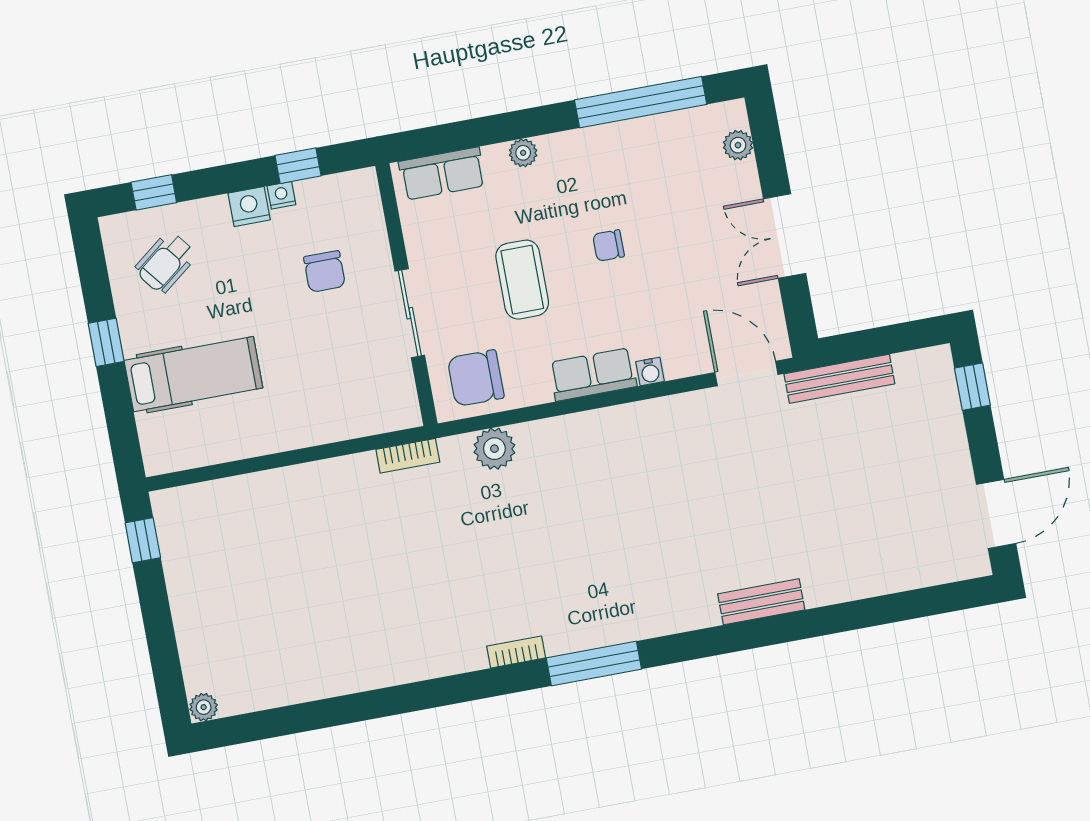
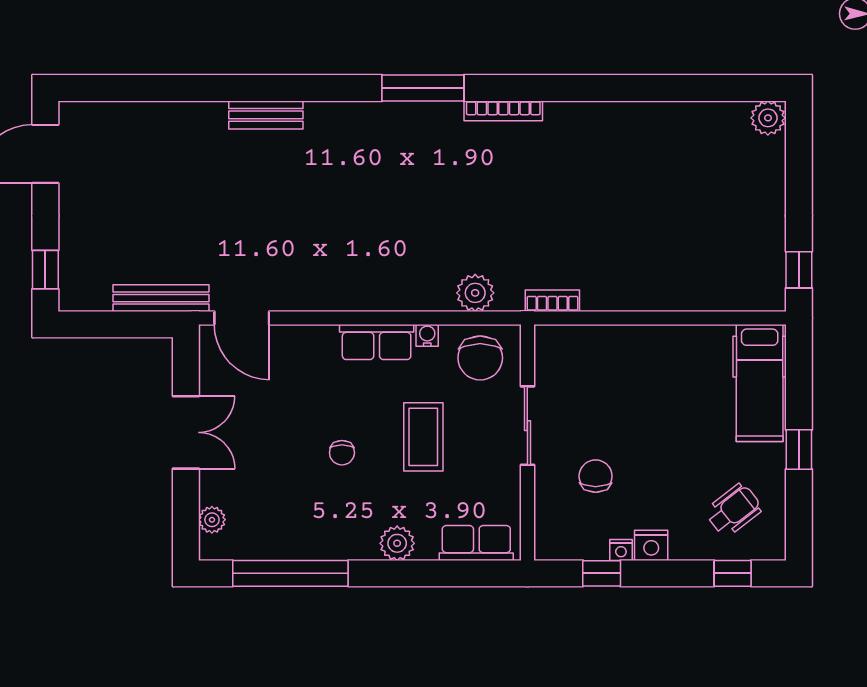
plant: (523, 153) -> (397, 543), width x1.38, depth x1.38
chair: (609, 245) -> (342, 453), turned 90
water cooler: (650, 371) -> (427, 335), moved
hospital bed: (193, 374) -> (760, 383), moved, turned -90
chair: (476, 378) -> (480, 358), turned 90
bookcase: (516, 652) -> (503, 111), width x1.56
plant: (204, 707) -> (768, 118), width x1.38, depth x1.38

